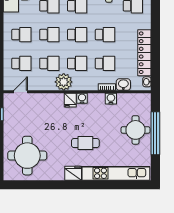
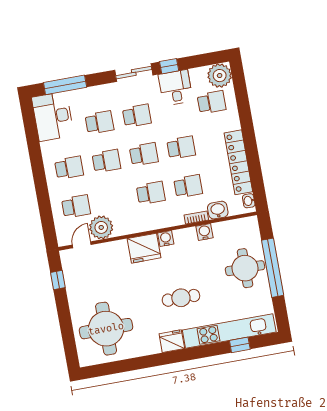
school desk: (49, 63) -> (113, 200), removed
plant: (64, 82) -> (101, 227), moved
fridge: (70, 100) -> (144, 248), width x1.88, depth x1.34
window: (122, 185) -> (240, 345), added

